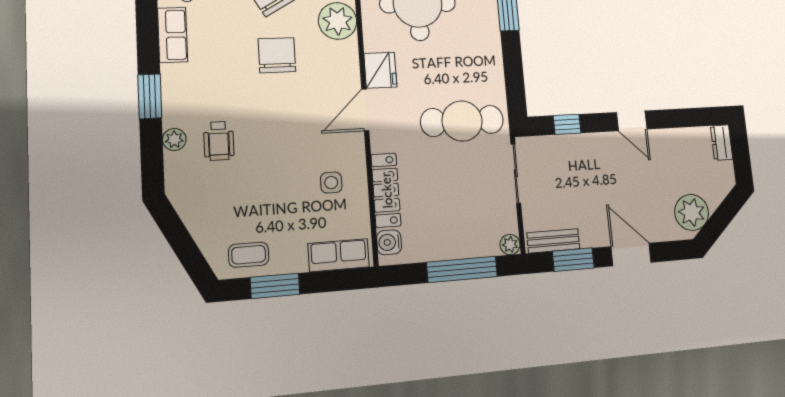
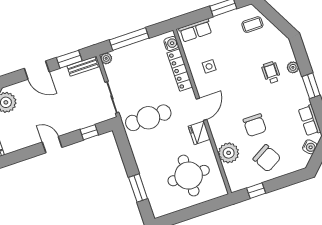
coffee table: (249, 255) -> (252, 25), moved

